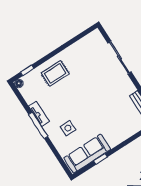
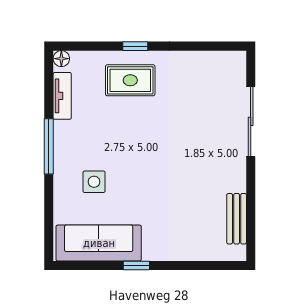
window: (27, 70) -> (135, 46), moved
tv unit: (39, 114) -> (62, 96), moved
window: (100, 159) -> (136, 265), moved

